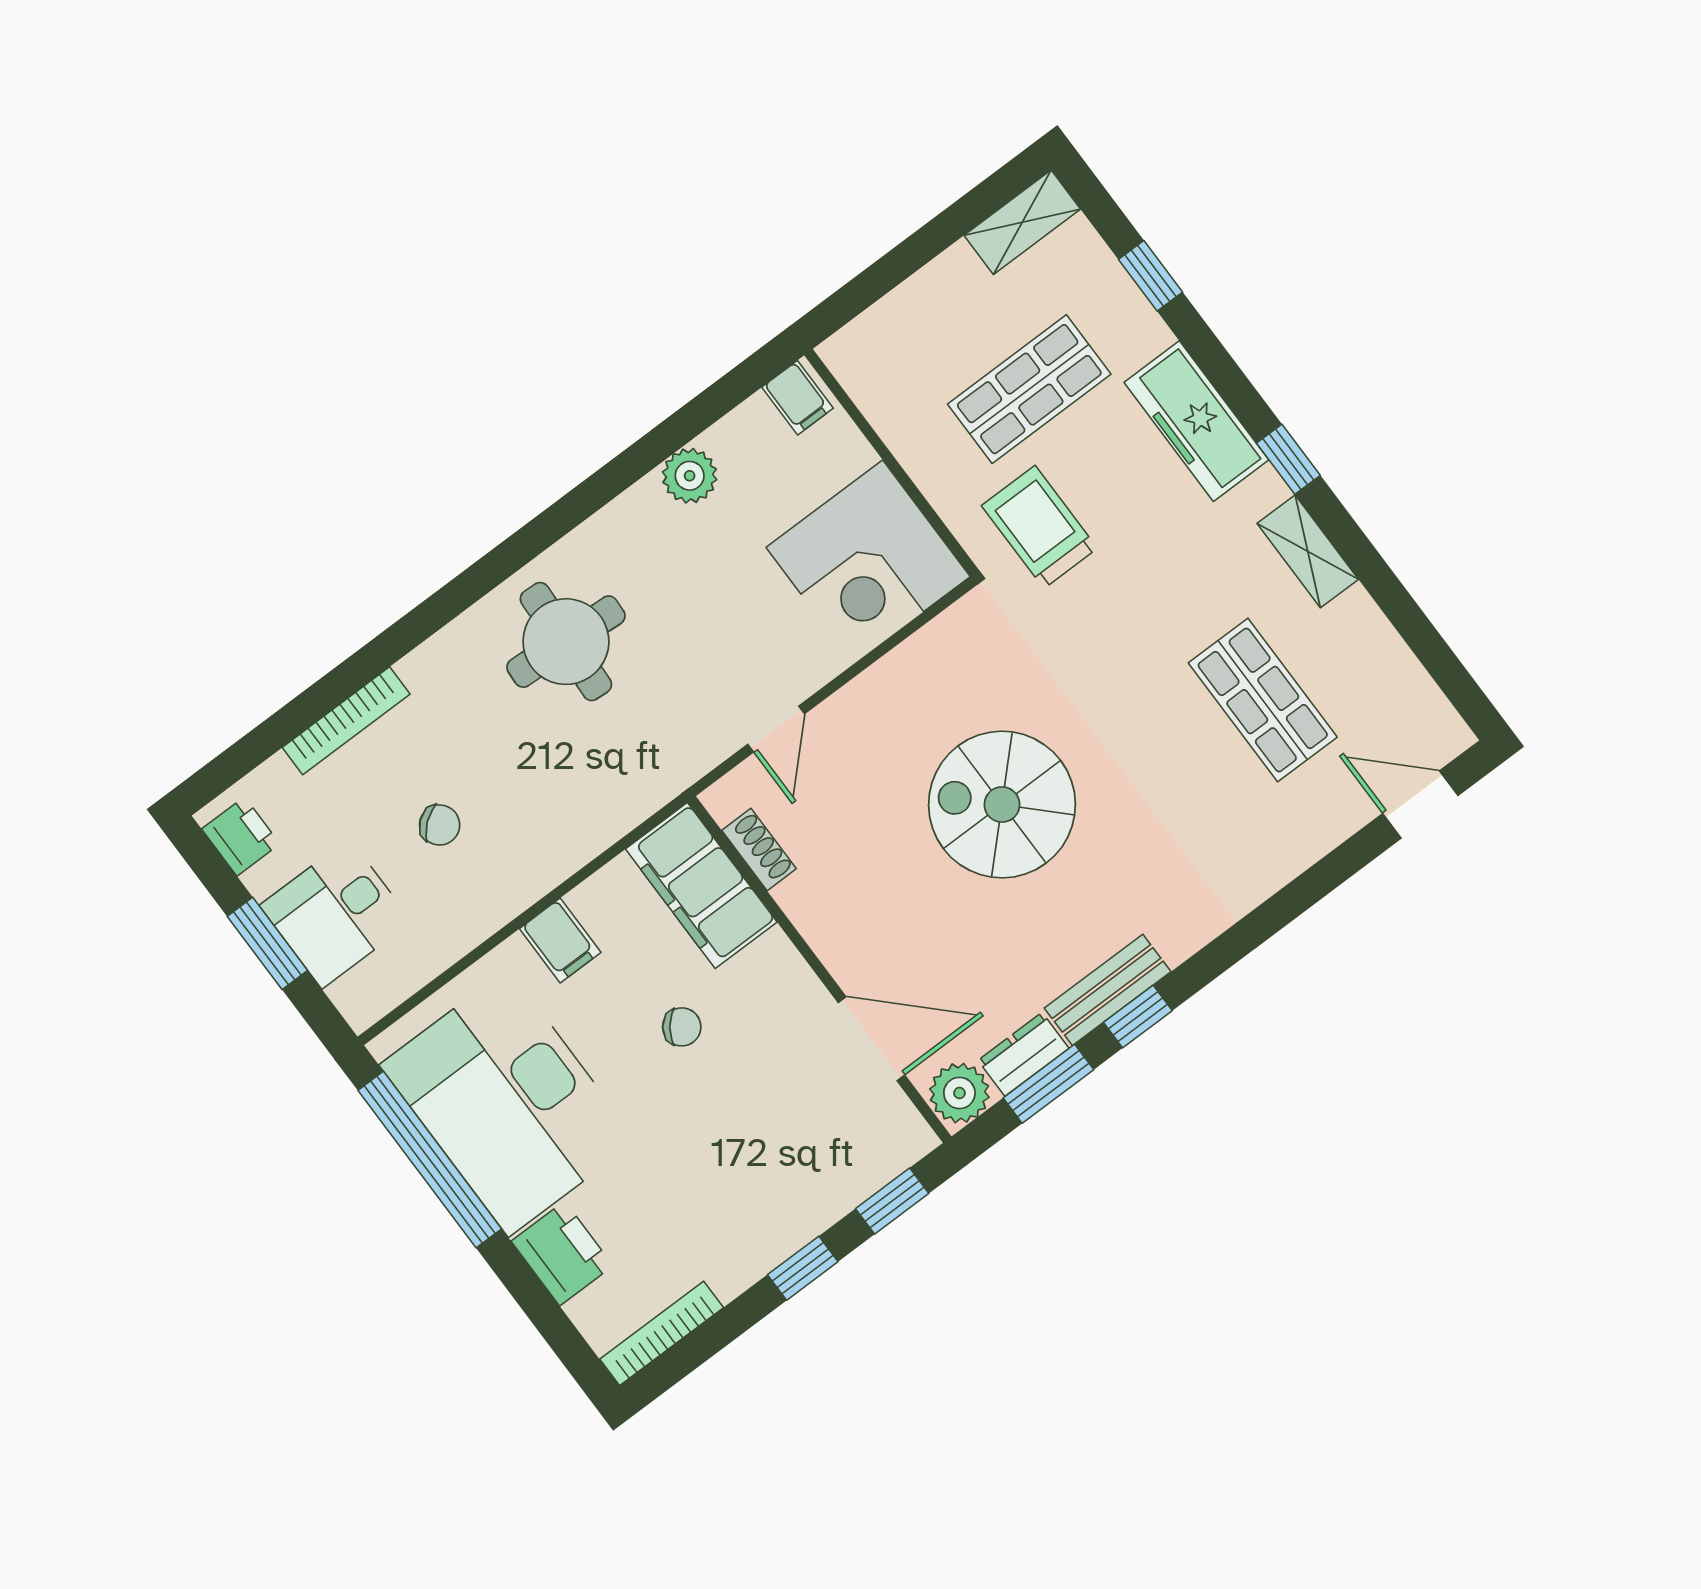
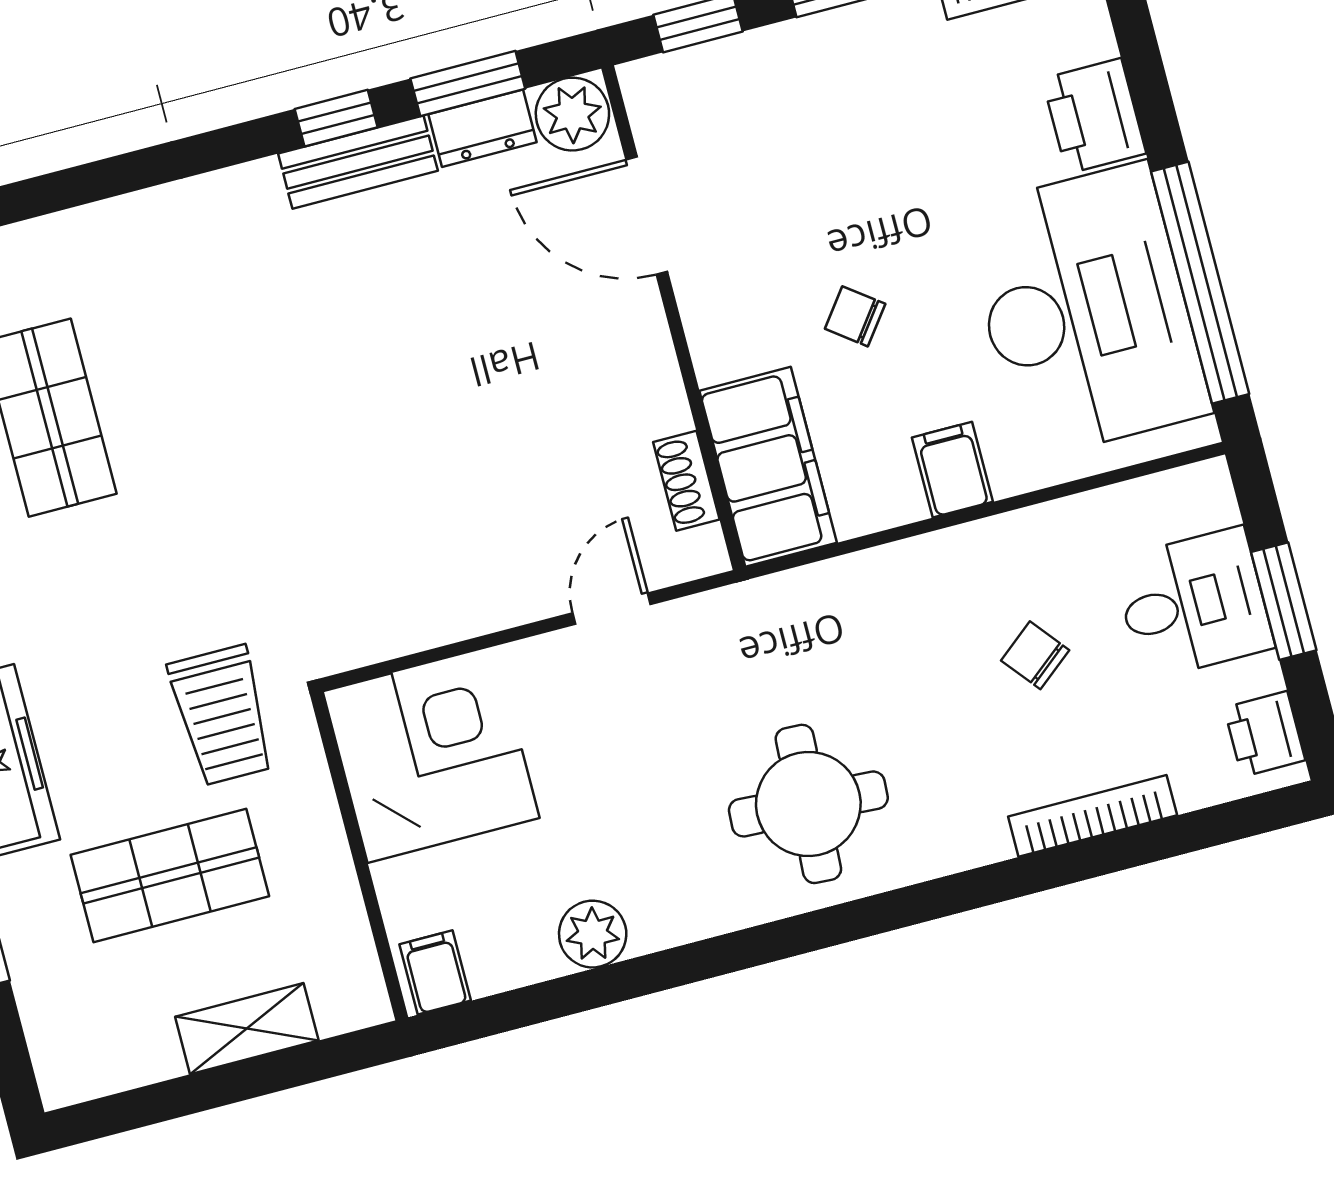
shelving: (1022, 222) -> (247, 1029), moved
spiral stairs: (1002, 805) -> (392, 420), removed

